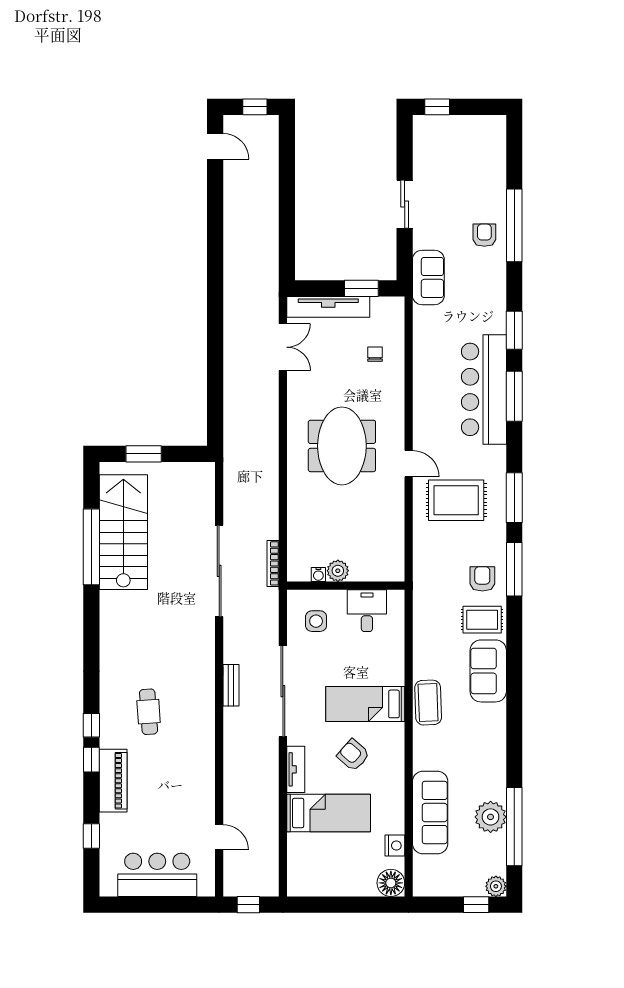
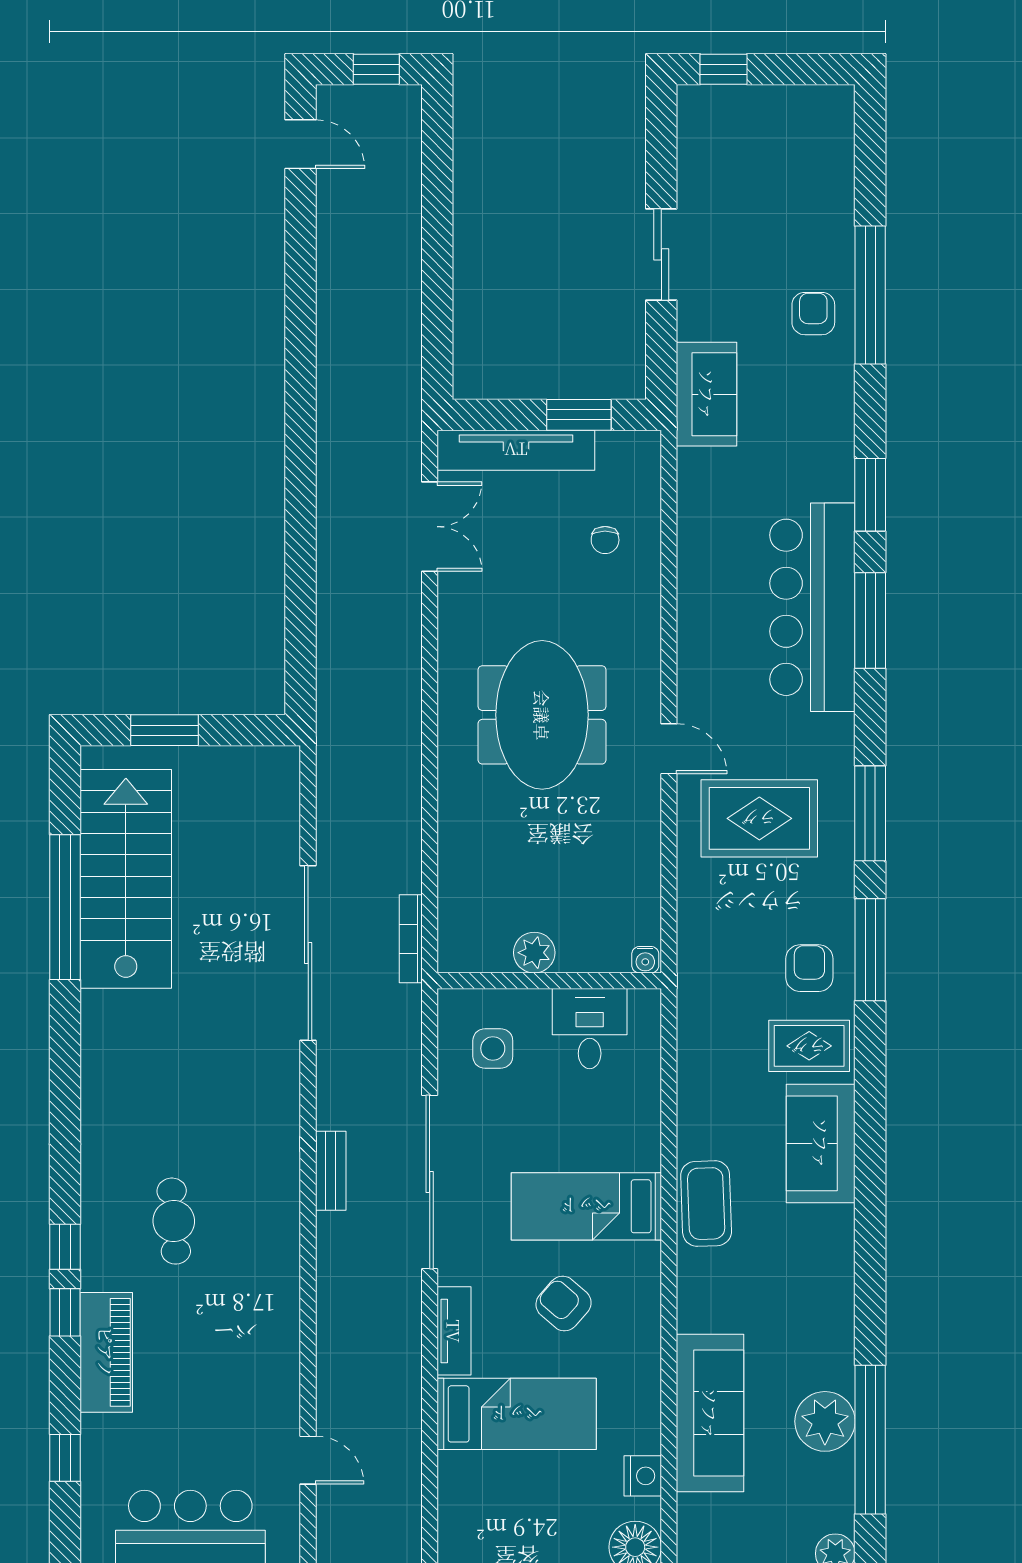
chair: (375, 354) -> (605, 540), turned 180
water cooler: (318, 574) -> (645, 960), moved

